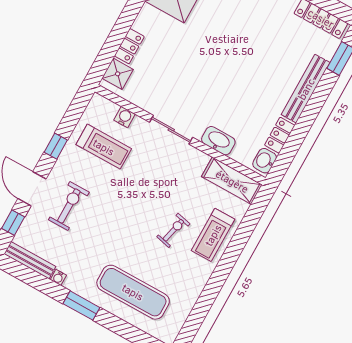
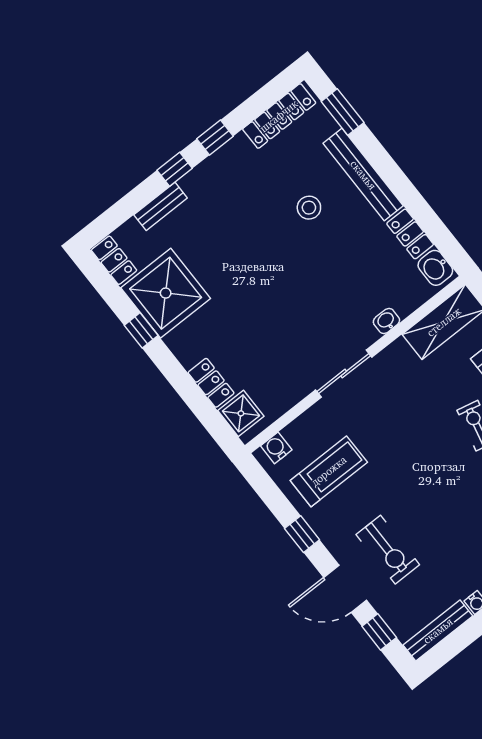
stool: (269, 62) -> (309, 208), added
water cooler: (125, 117) -> (276, 448), moved
washbasin: (218, 141) -> (386, 321), width x0.52, depth x0.69
exercise bike: (69, 206) -> (388, 550), turned 180

